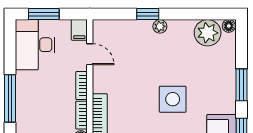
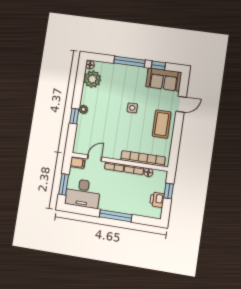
window: (241, 85) -> (130, 62), width x1.44
side table: (173, 99) -> (132, 108), width x0.54, depth x0.54

